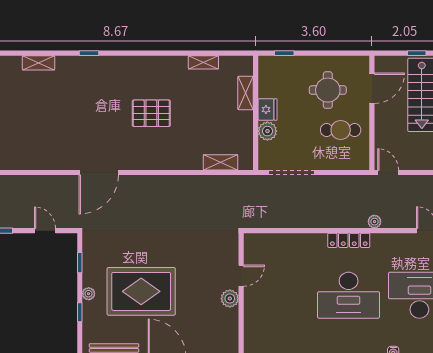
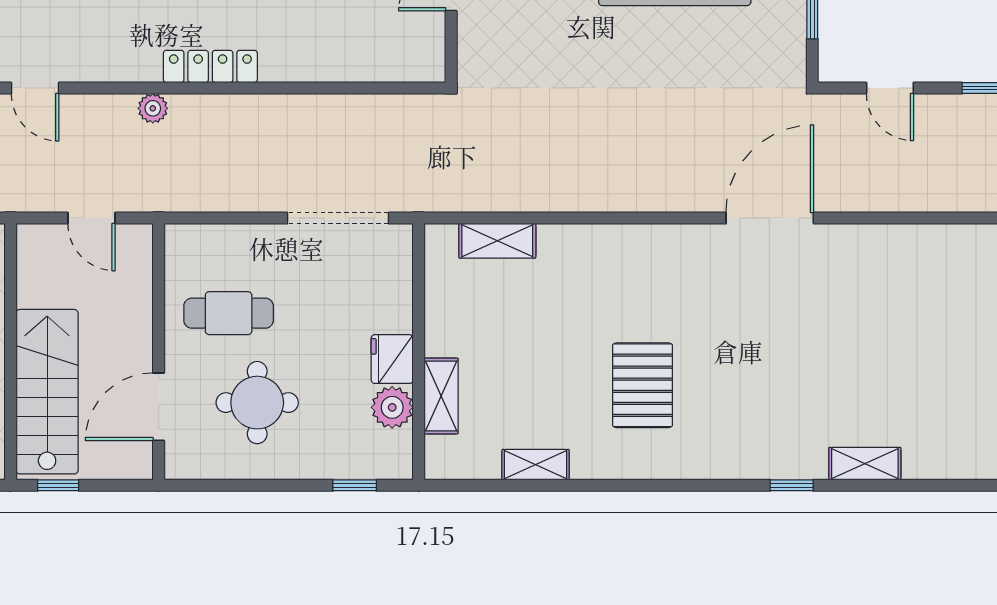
shelving: (39, 63) -> (865, 464), moved
pallet: (151, 113) -> (642, 385), moved, turned 90
plant: (267, 131) -> (392, 407), moved
door: (388, 173) -> (92, 218), moved

